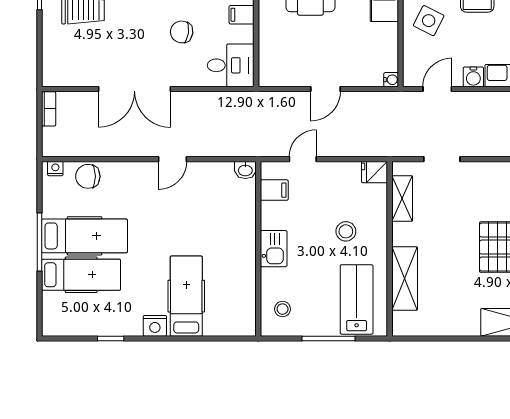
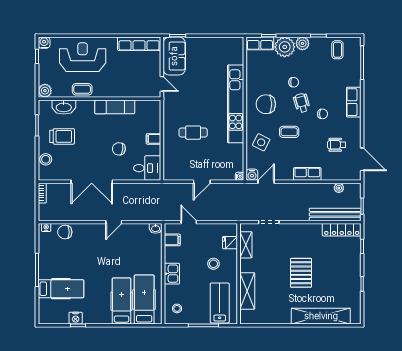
stool: (55, 50) -> (46, 159), added
water cooler: (473, 77) -> (252, 175), moved
door: (303, 159) -> (189, 222), hinge flipped
fridge: (374, 172) -> (230, 243), moved
hospital bed: (84, 236) -> (144, 300), moved, turned -90
nightstand: (155, 326) -> (76, 318), moved

